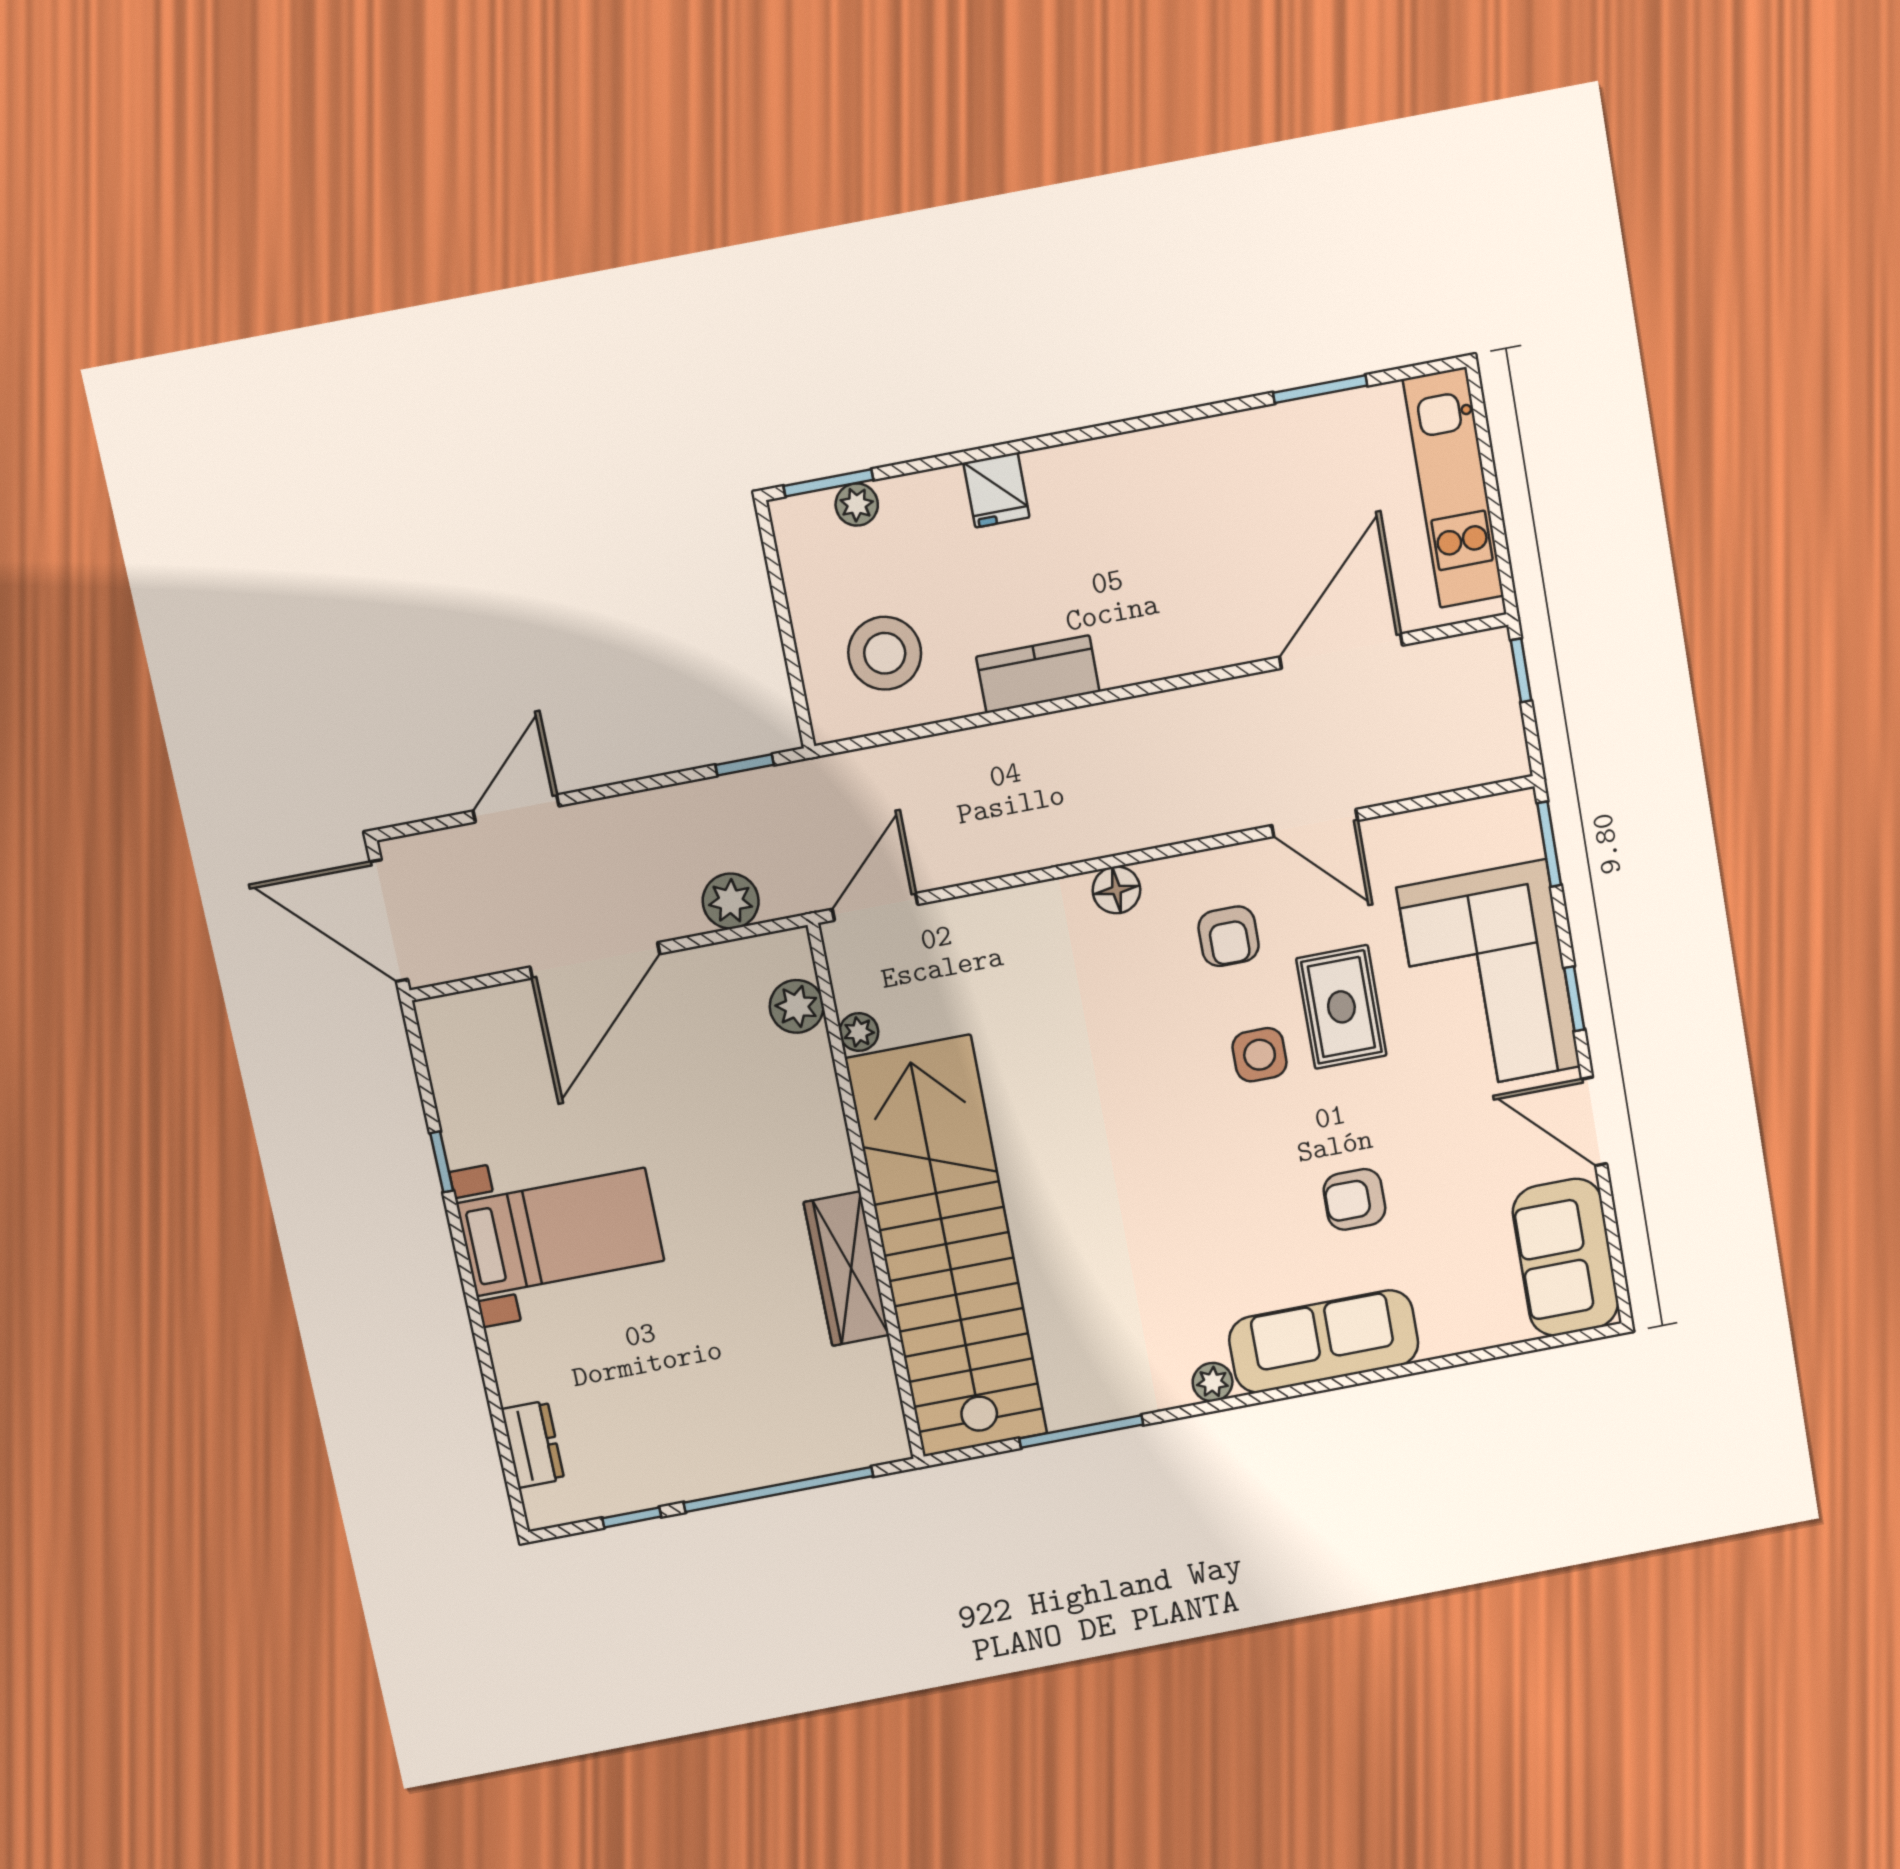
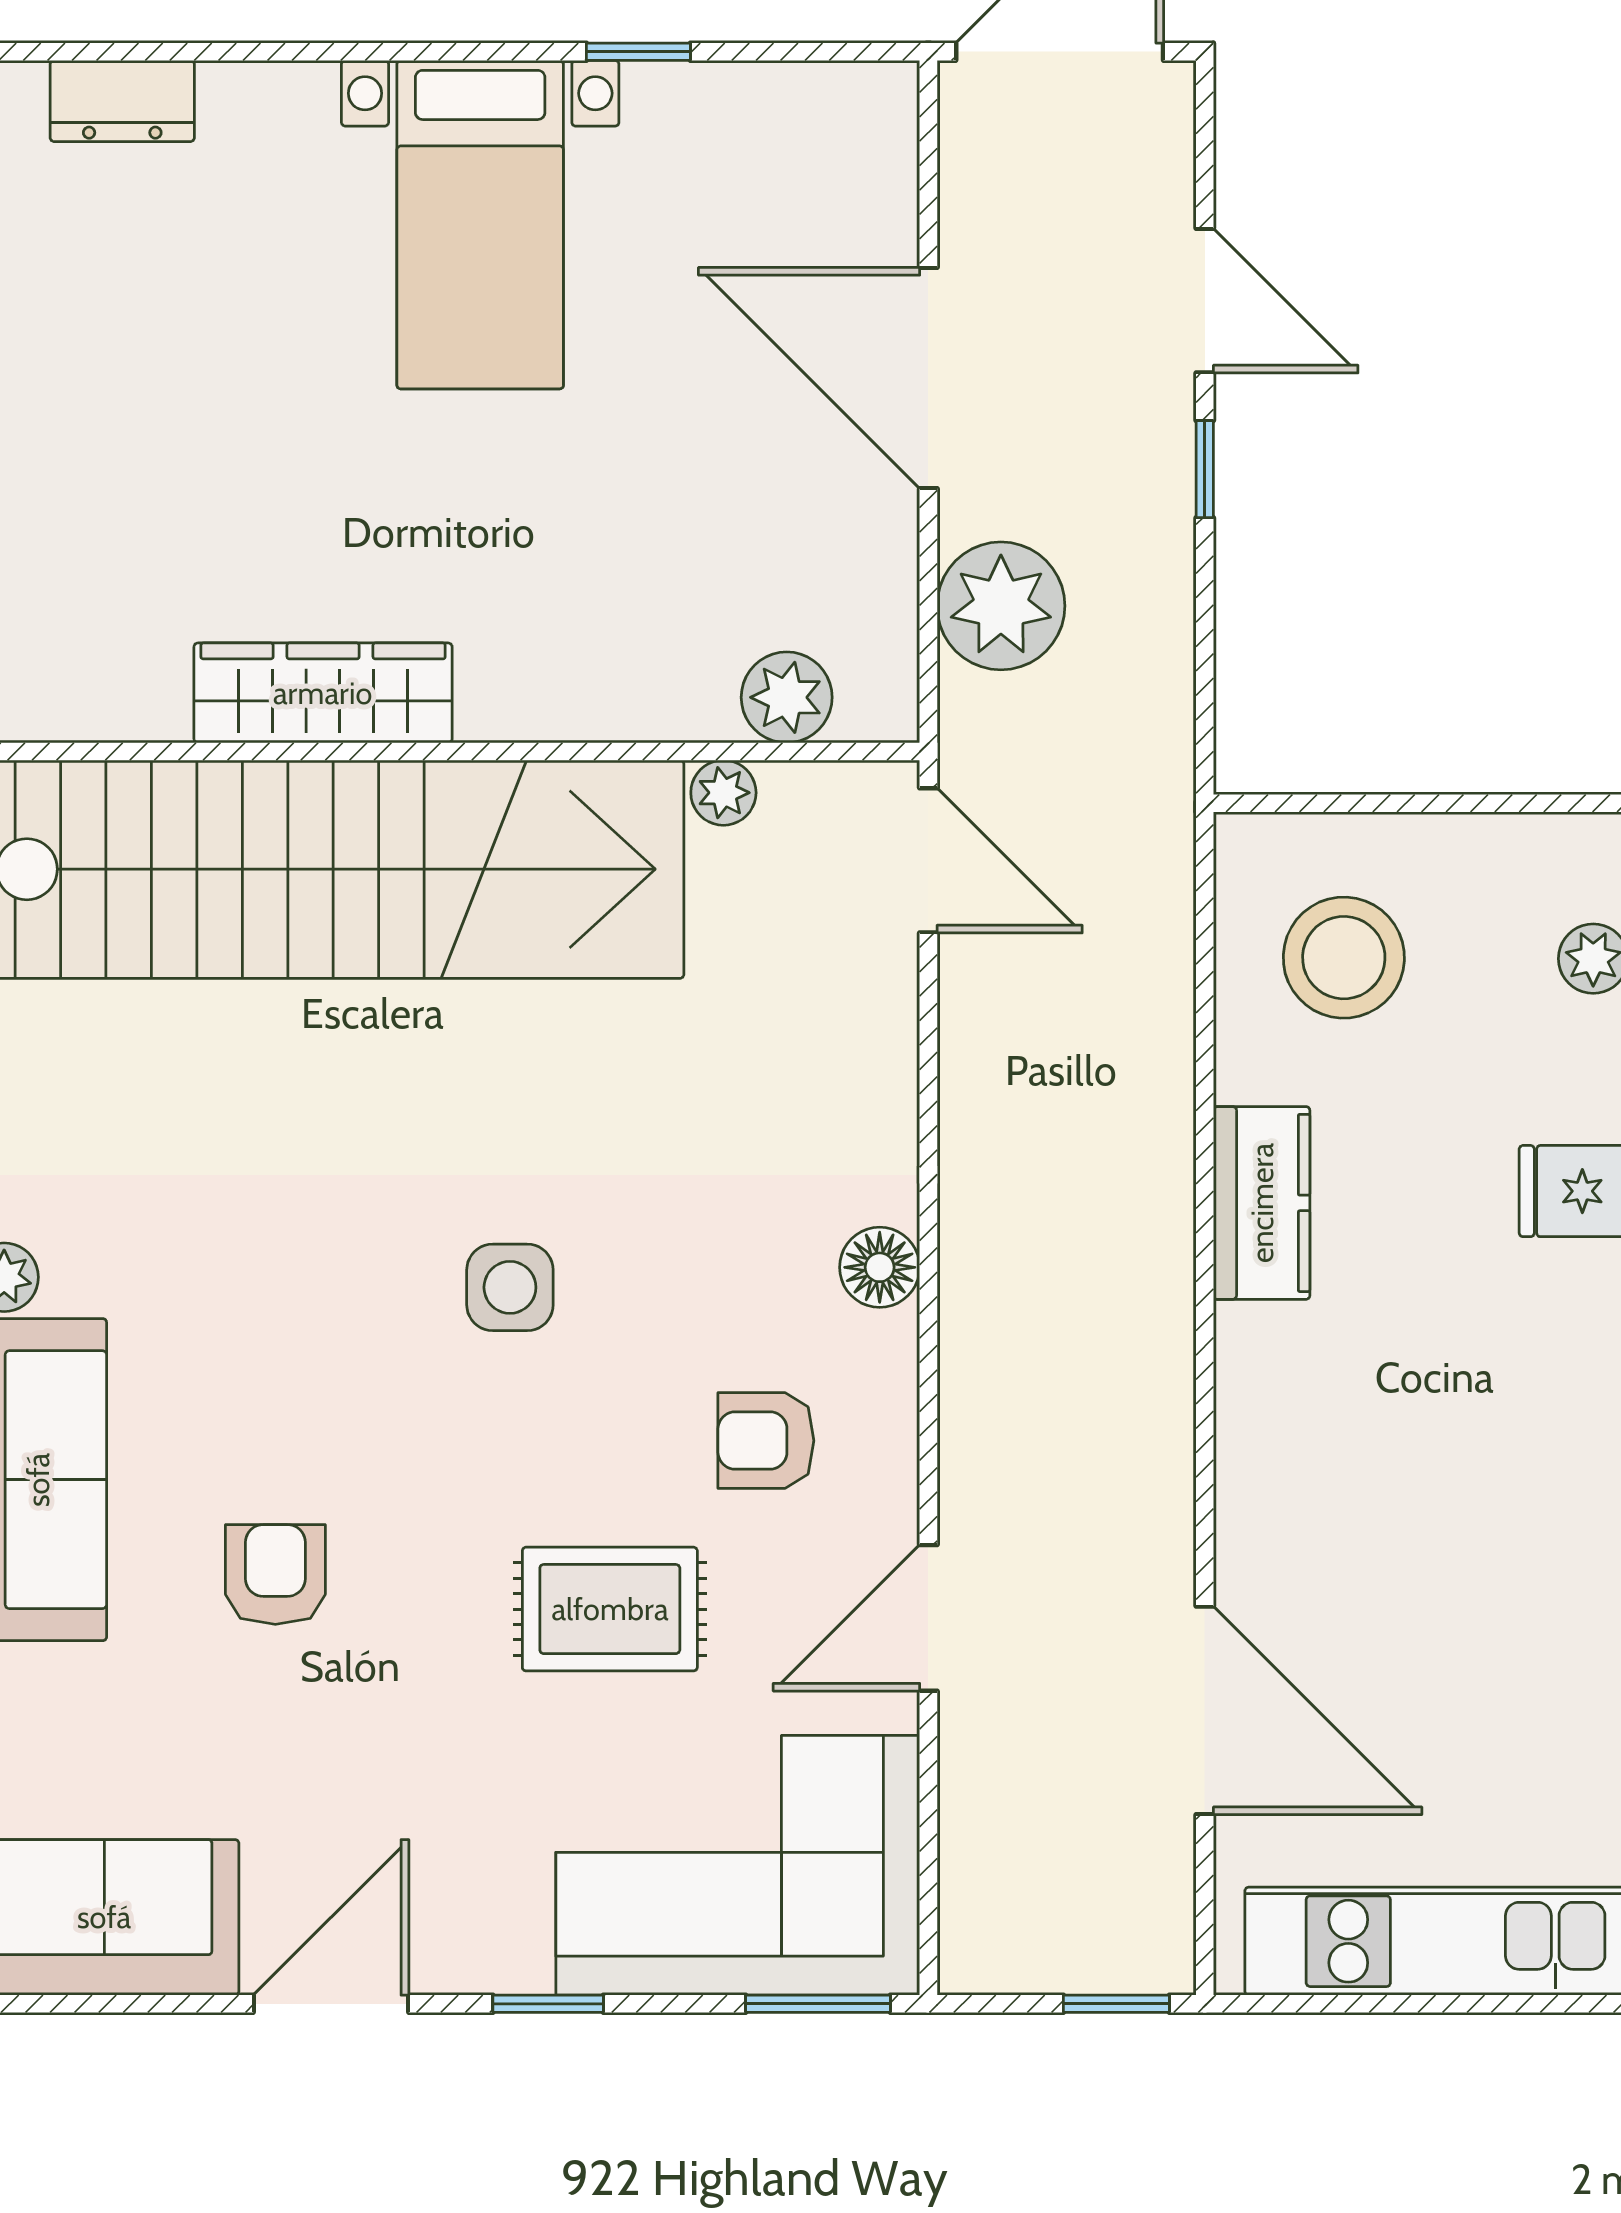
window: (745, 765) -> (1205, 469), moved
plant: (731, 901) -> (1001, 606), width x1.36, depth x1.36
corner sofa: (1489, 977) -> (738, 1865), moved
side table: (1260, 1055) -> (510, 1287), moved

